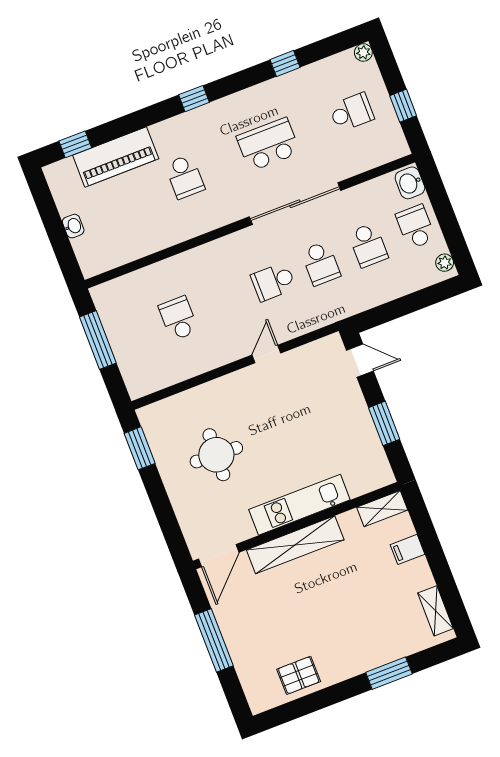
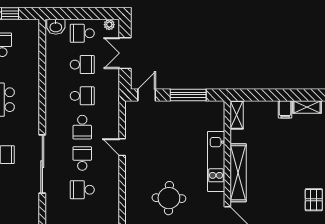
sliding door: (295, 204) -> (42, 164), moved
school desk: (226, 300) -> (82, 158), added
double door: (411, 303) -> (125, 53), added
window: (384, 423) -> (188, 95), width x1.44
filing cabinet: (408, 549) -> (285, 109), moved

